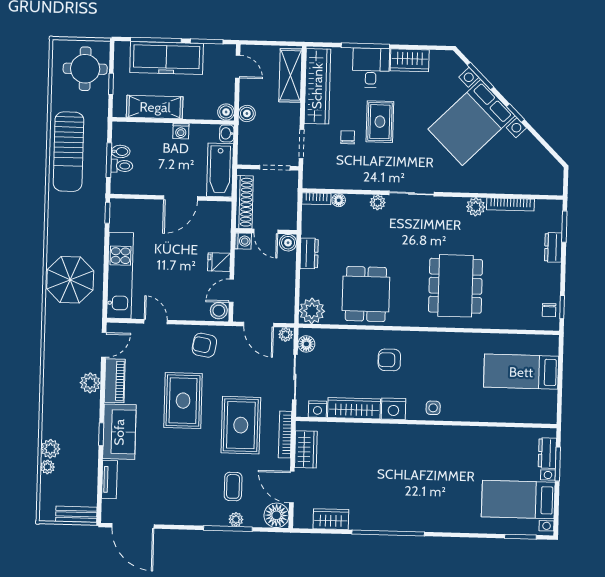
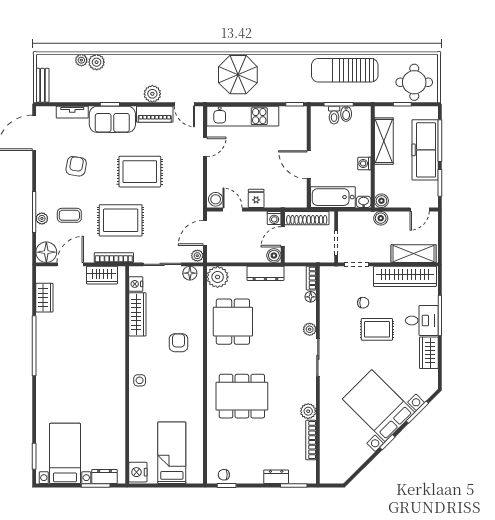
dresser: (309, 253) -> (265, 273), width x1.44
dining table: (366, 294) -> (233, 322), turned 90
armchair: (204, 345) -> (76, 166), moved
nightstand: (393, 409) -> (138, 472), moved

